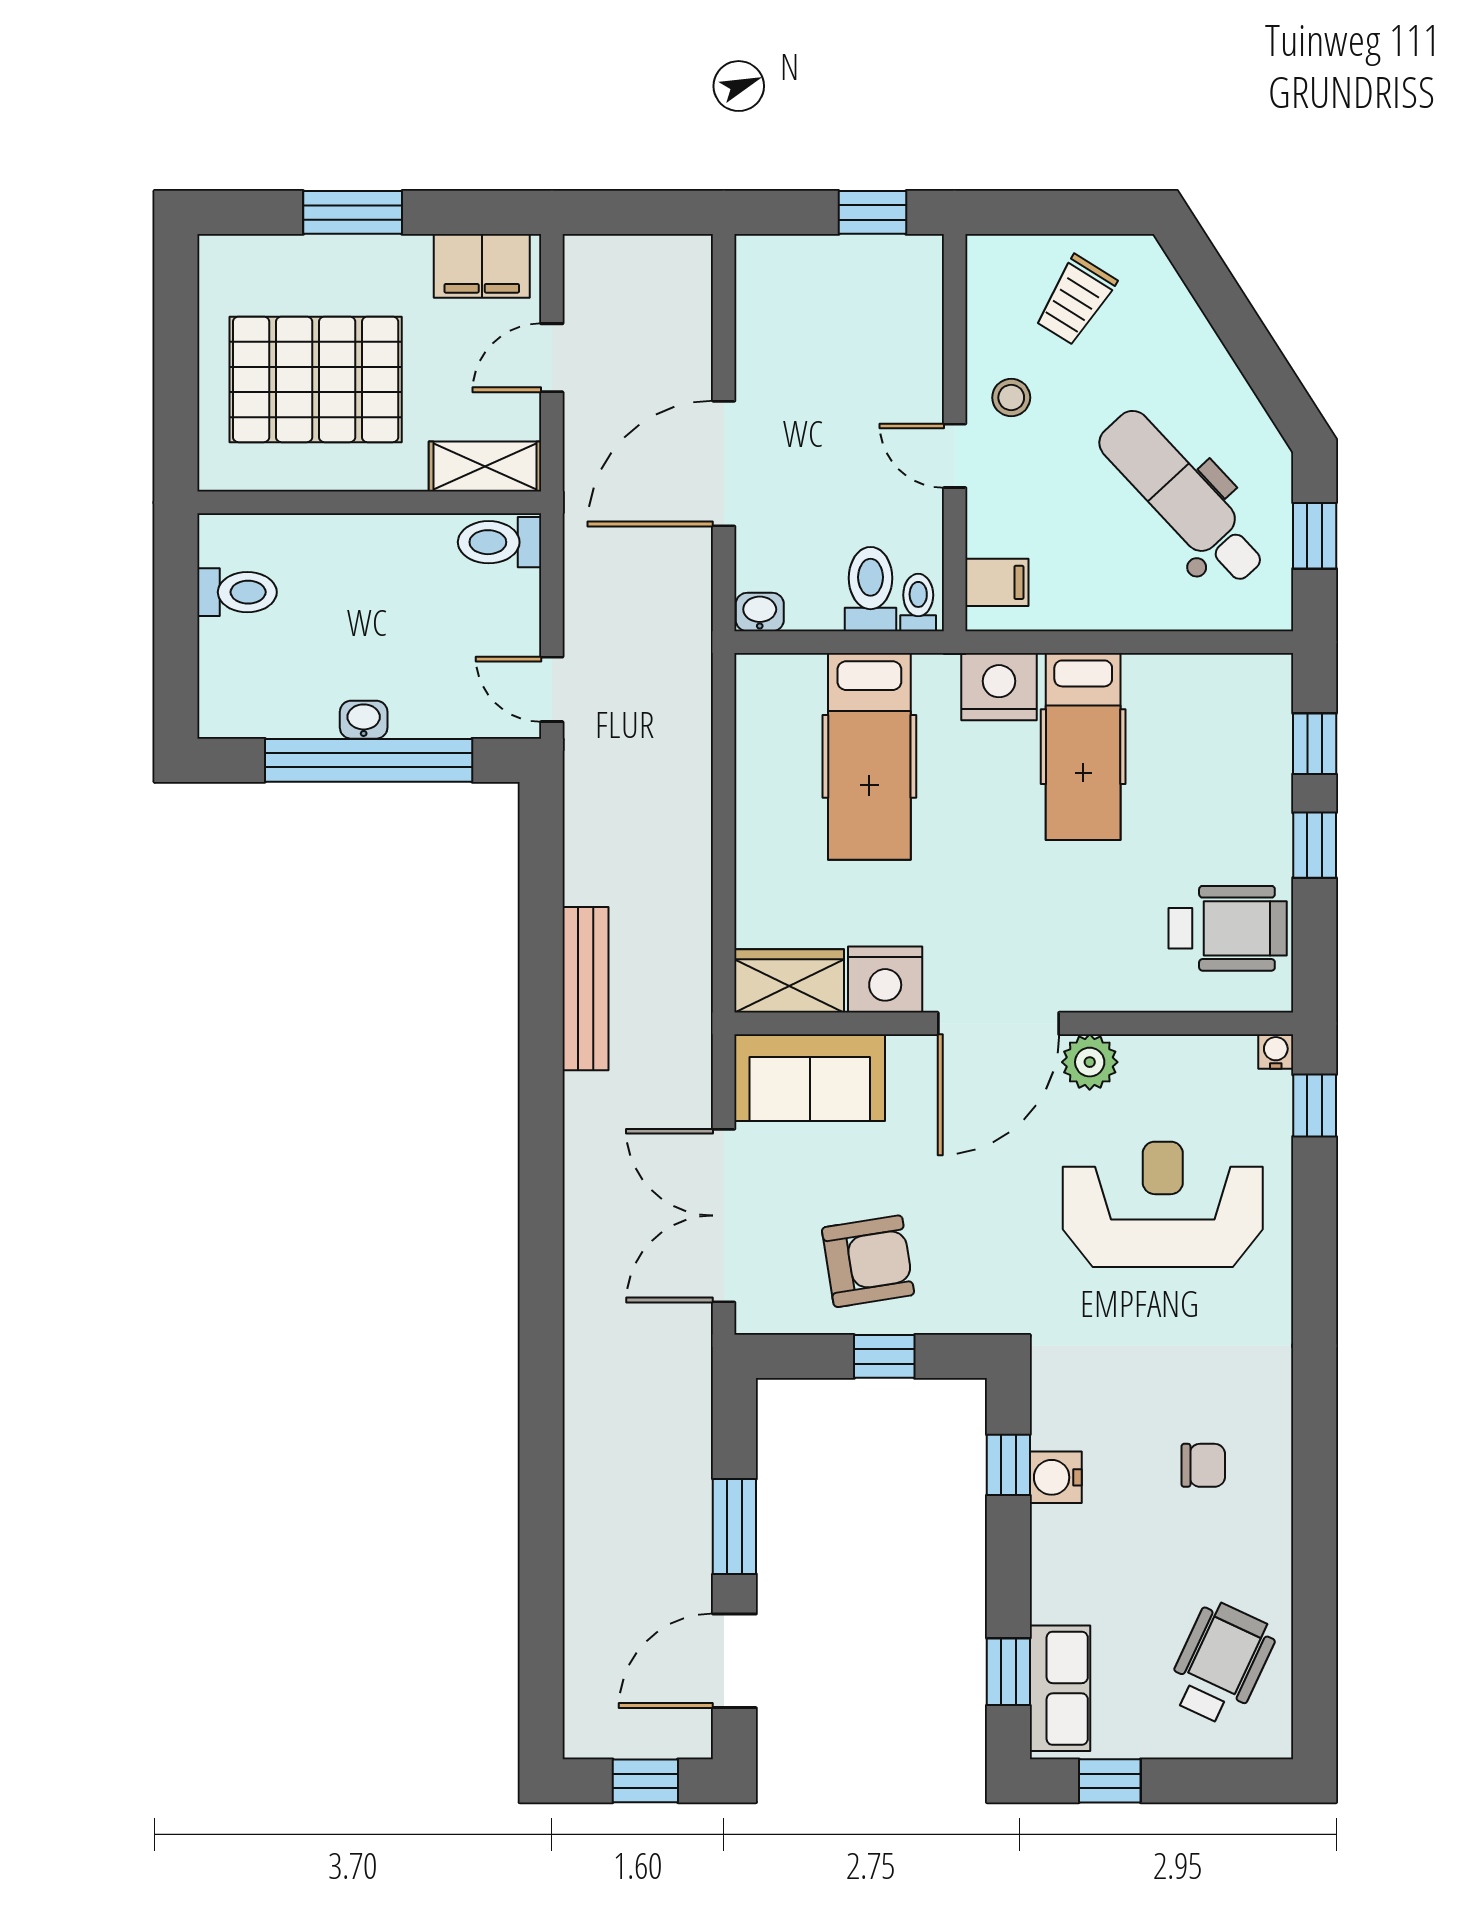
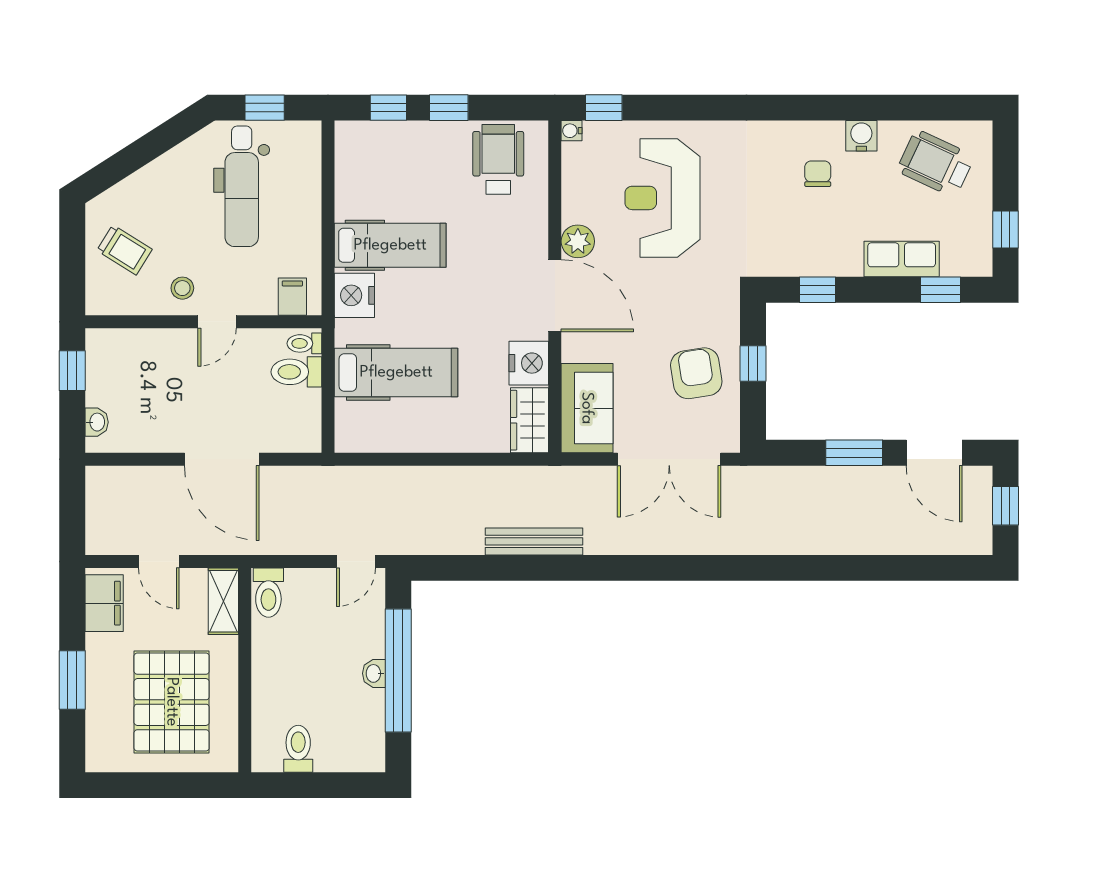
dental chair: (1182, 497) -> (242, 186), turned -47
washbasin: (760, 612) -> (97, 422), moved, turned 180
water cooler: (1056, 1477) -> (861, 136), moved, turned 180
row of seats: (1060, 1688) -> (902, 259), moved

